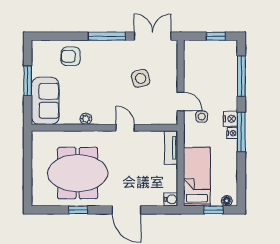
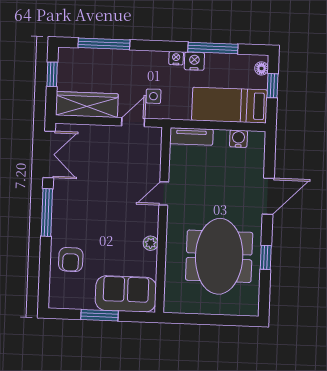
double door: (153, 36) -> (49, 154), swing flipped
wardrobe: (193, 64) -> (87, 104), added
side table: (141, 78) -> (102, 172), removed
nightstand: (230, 119) -> (194, 61), moved
window: (241, 132) -> (213, 48), moved
water cooler: (171, 199) -> (238, 139), moved

